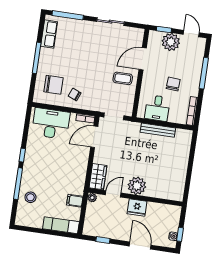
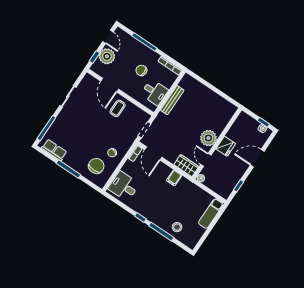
door: (191, 34) -> (108, 37), swing flipped
desk: (51, 123) -> (124, 186), width x0.73
filing cabinet: (75, 201) -> (174, 178), moved

